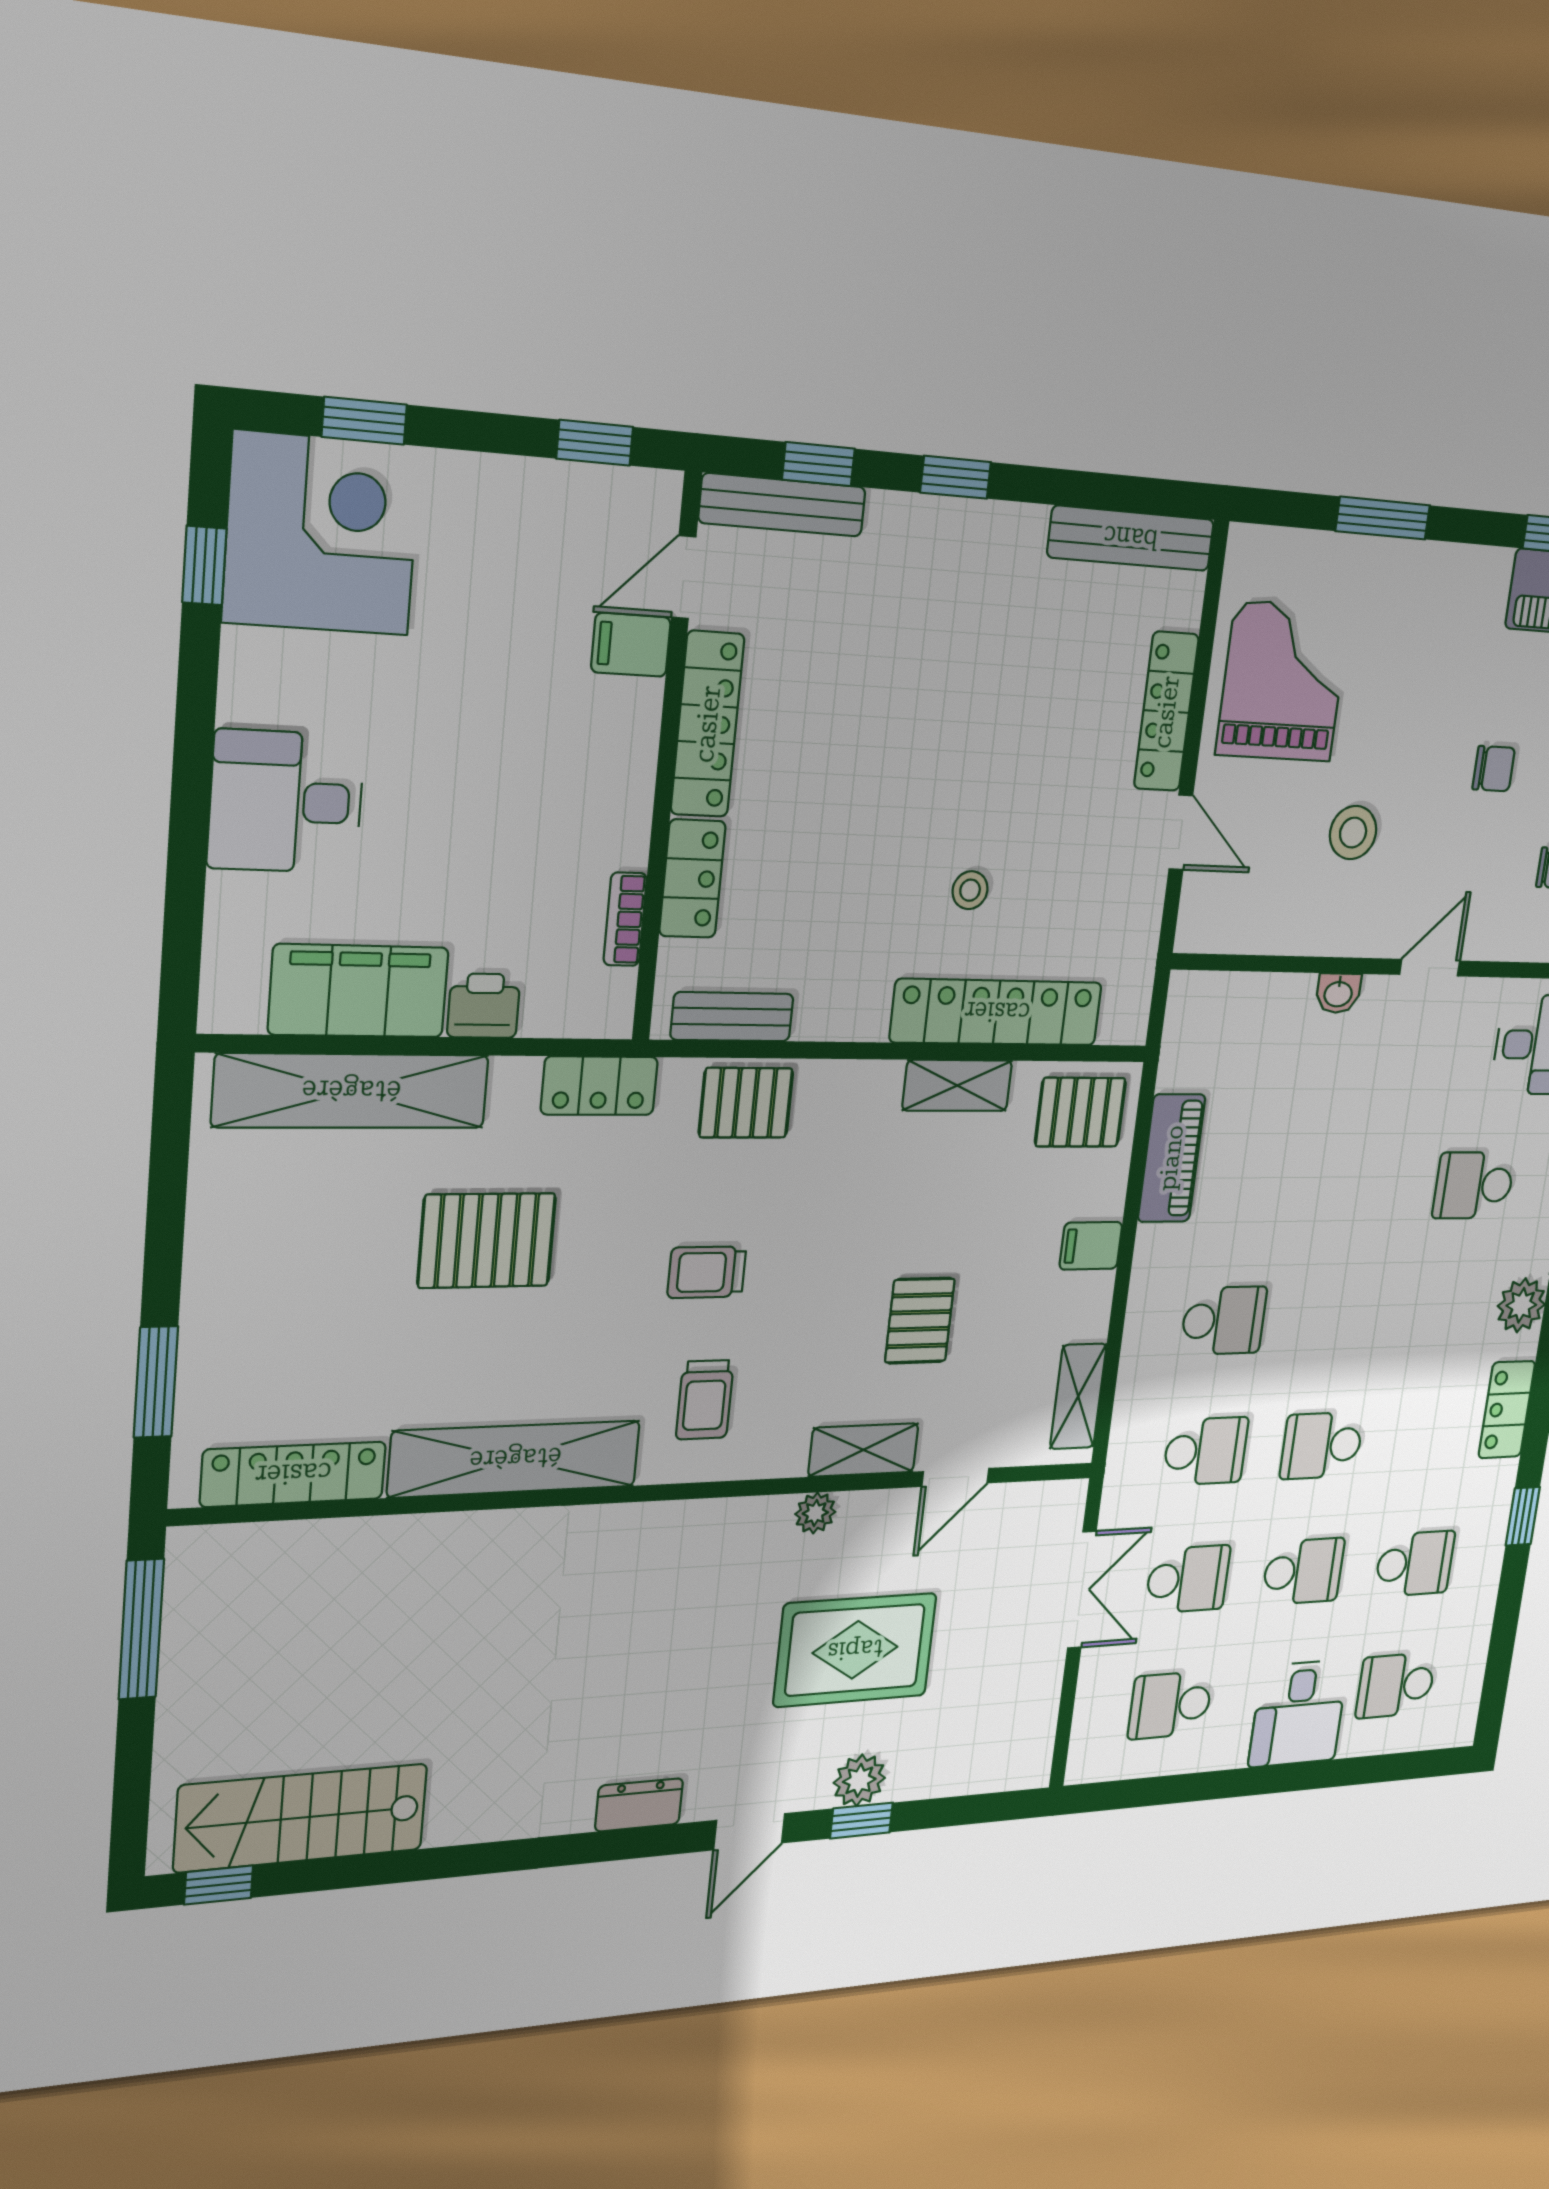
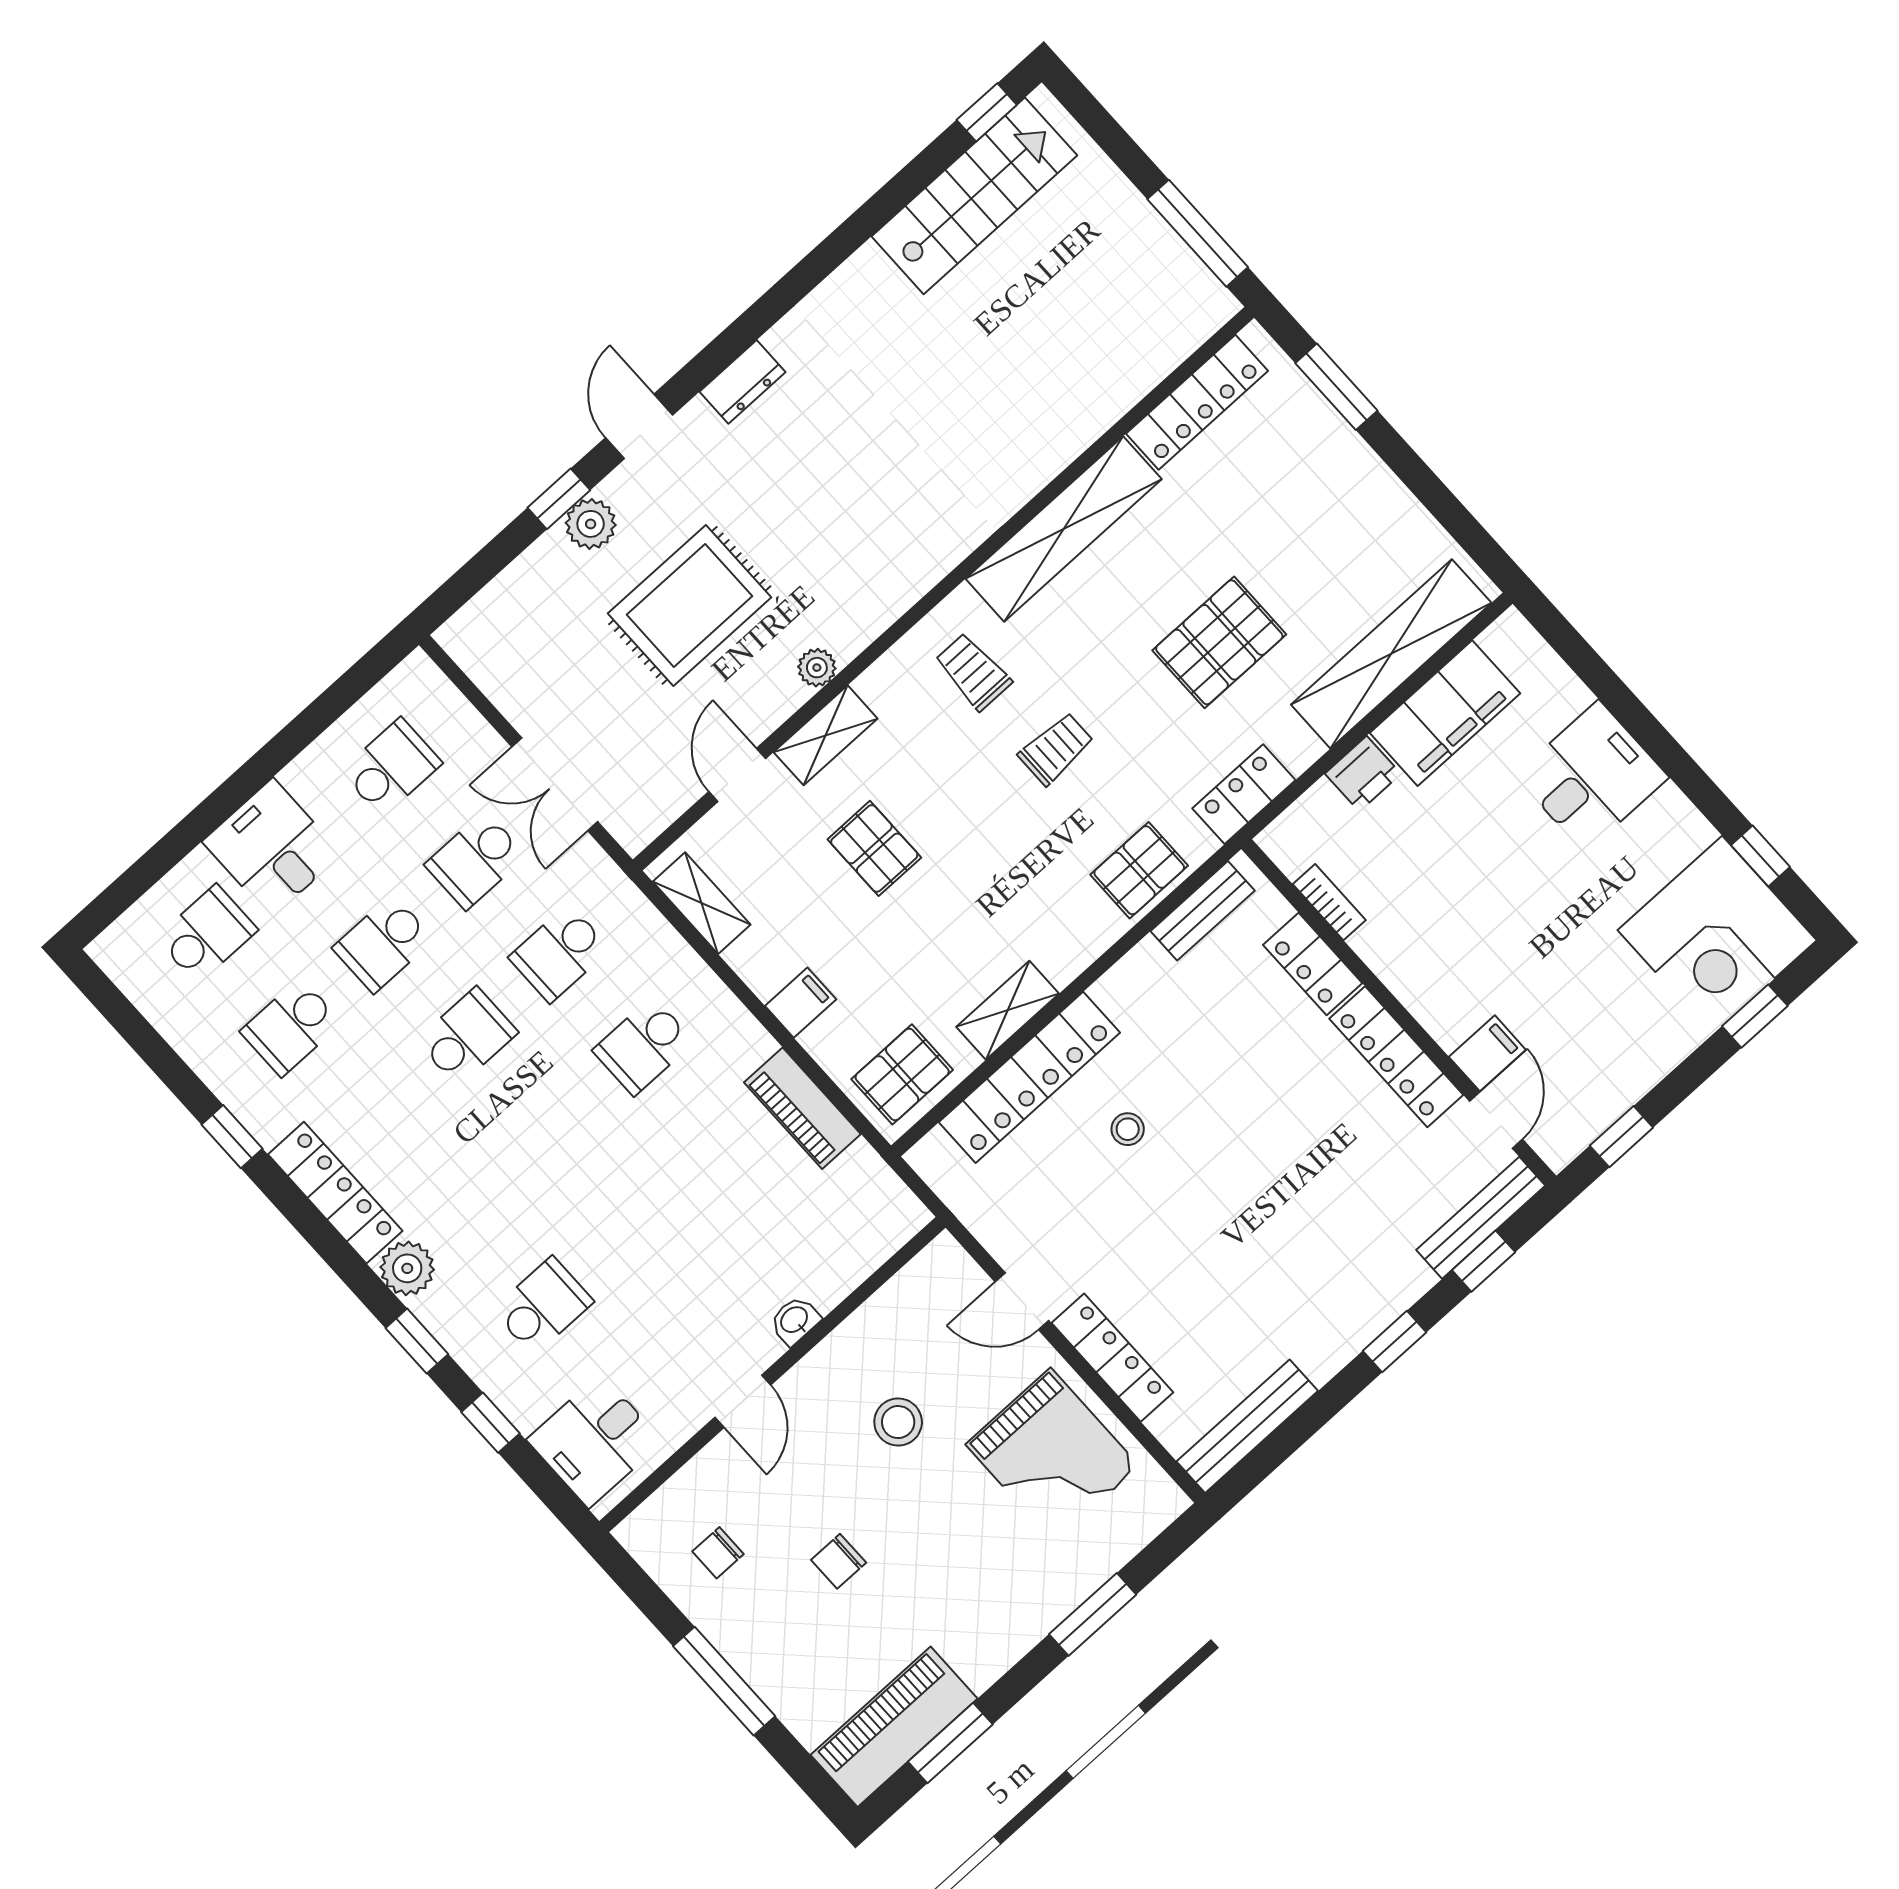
locker: (1507, 1410) -> (335, 1193), width x1.53

